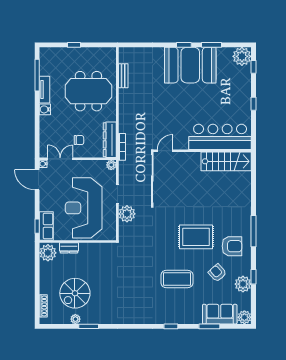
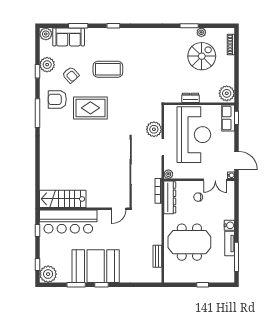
bar counter: (220, 137) -> (68, 221), moved
door: (165, 151) -> (119, 209), moved
wall: (202, 151) -> (85, 209), moved
stairs: (226, 161) -> (63, 199), moved
dresser: (69, 248) -> (190, 98), moved

